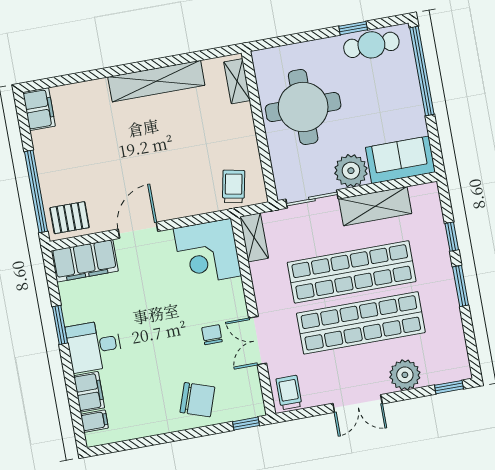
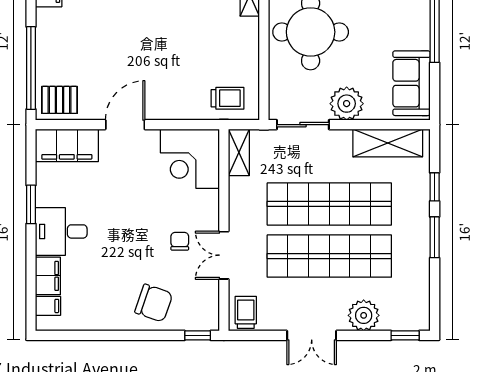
sofa: (400, 160) -> (412, 83), moved, turned -90
trolley: (234, 186) -> (228, 98), turned 79
shelving: (375, 206) -> (388, 143), moved

